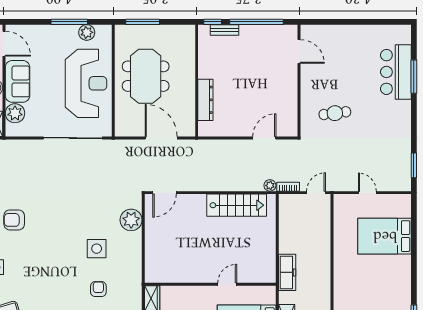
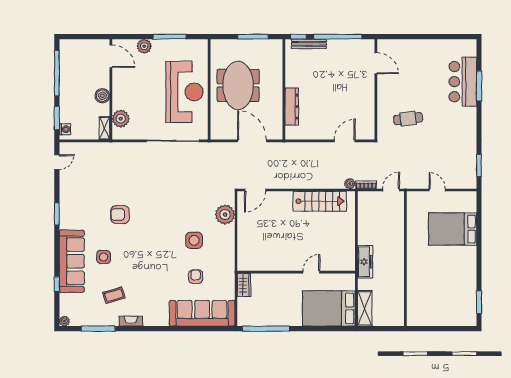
window: (143, 22) -> (253, 37), moved
bench: (225, 30) -> (309, 44), width x1.36
plant: (87, 32) -> (144, 46), moved
sofa: (18, 81) -> (123, 90), removed

